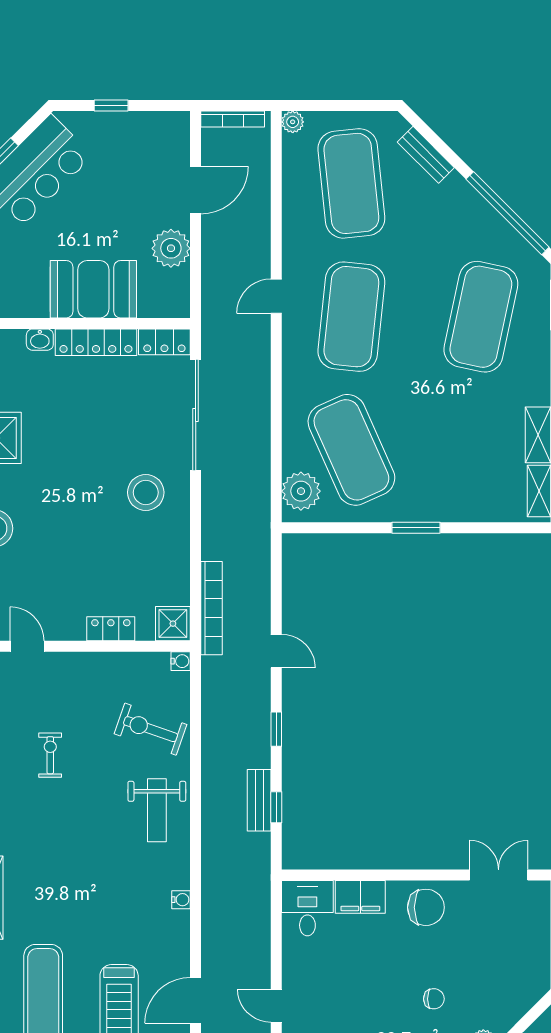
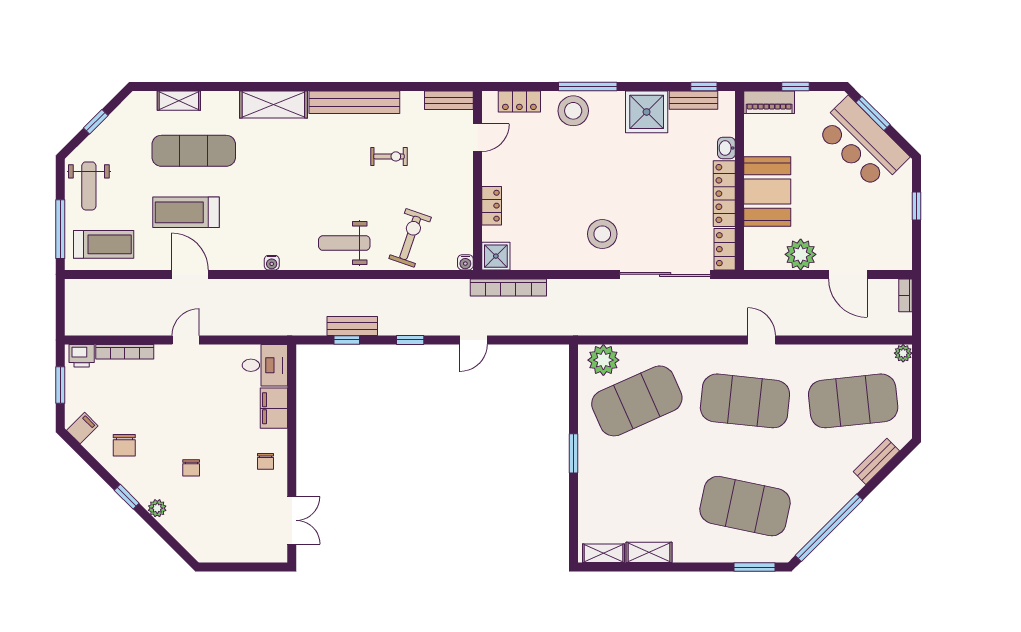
bookcase: (233, 119) -> (905, 295), width x0.64
chair: (426, 907) -> (265, 461), width x0.54, depth x0.54

